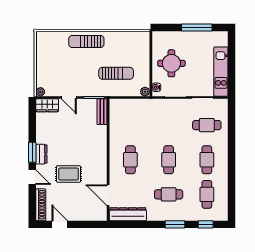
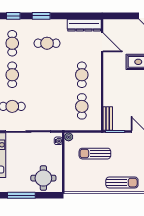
round table: (171, 63) -> (43, 178), moved
cafe table: (169, 160) -> (82, 106), moved

